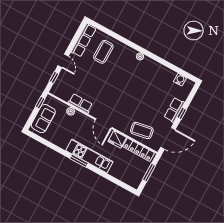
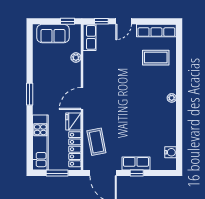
row of seats: (80, 103) -> (89, 37), moved
kitchen unit: (89, 156) -> (40, 142), moved

